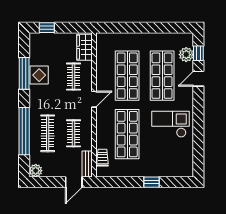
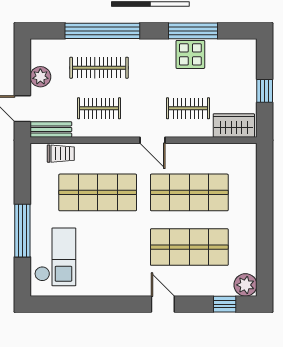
window: (47, 28) -> (265, 91), moved
plant: (186, 55) -> (245, 285), moved
door: (198, 79) -> (163, 304), moved
checkout: (170, 124) -> (55, 257), moved
plant: (36, 171) -> (40, 77), moved
window: (152, 182) -> (22, 231), width x2.17

